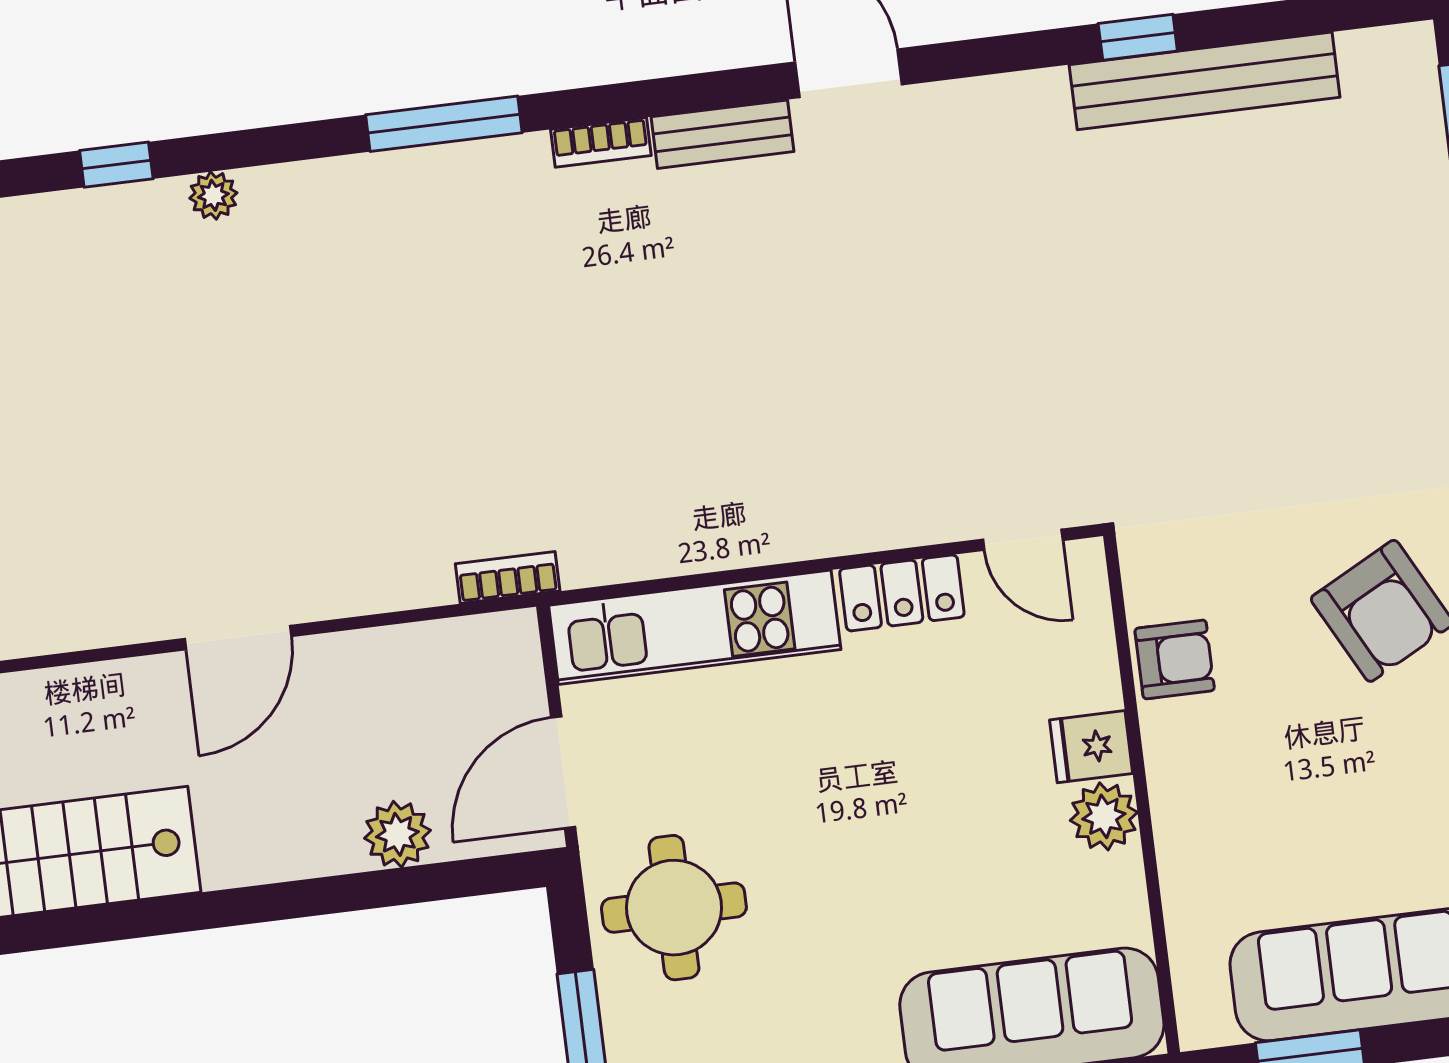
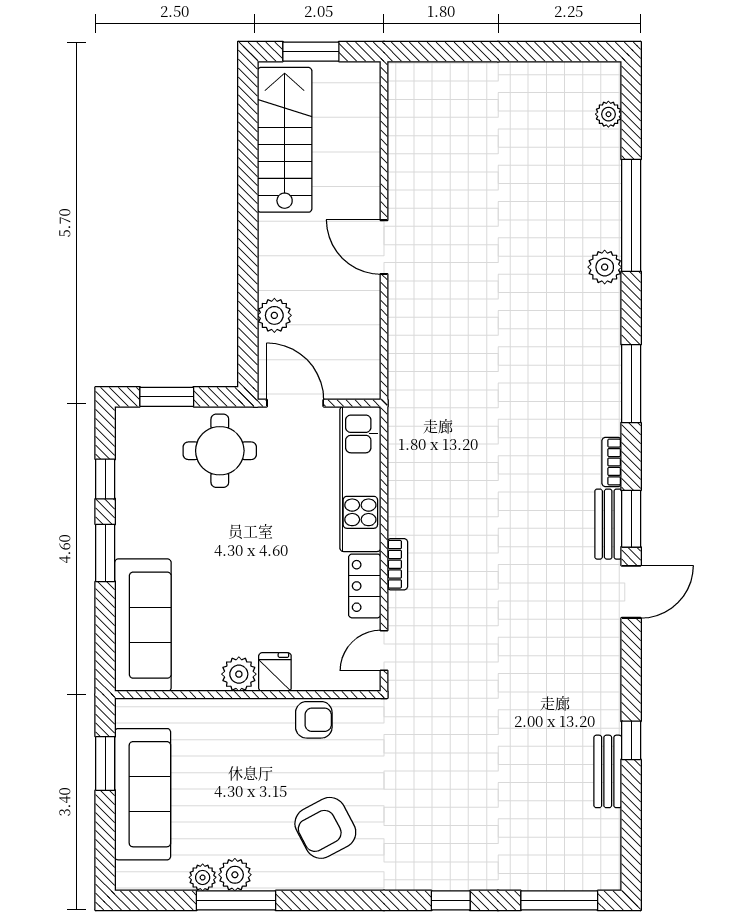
bench: (1205, 81) -> (608, 771), width x0.54, depth x0.82
window: (707, 91) -> (631, 519), added
window: (116, 165) -> (631, 215), width x3.17
plant: (213, 195) -> (605, 267), width x1.38, depth x1.38
bookcase: (508, 577) -> (397, 564), moved
armchair: (1175, 659) -> (314, 720), turned -90

